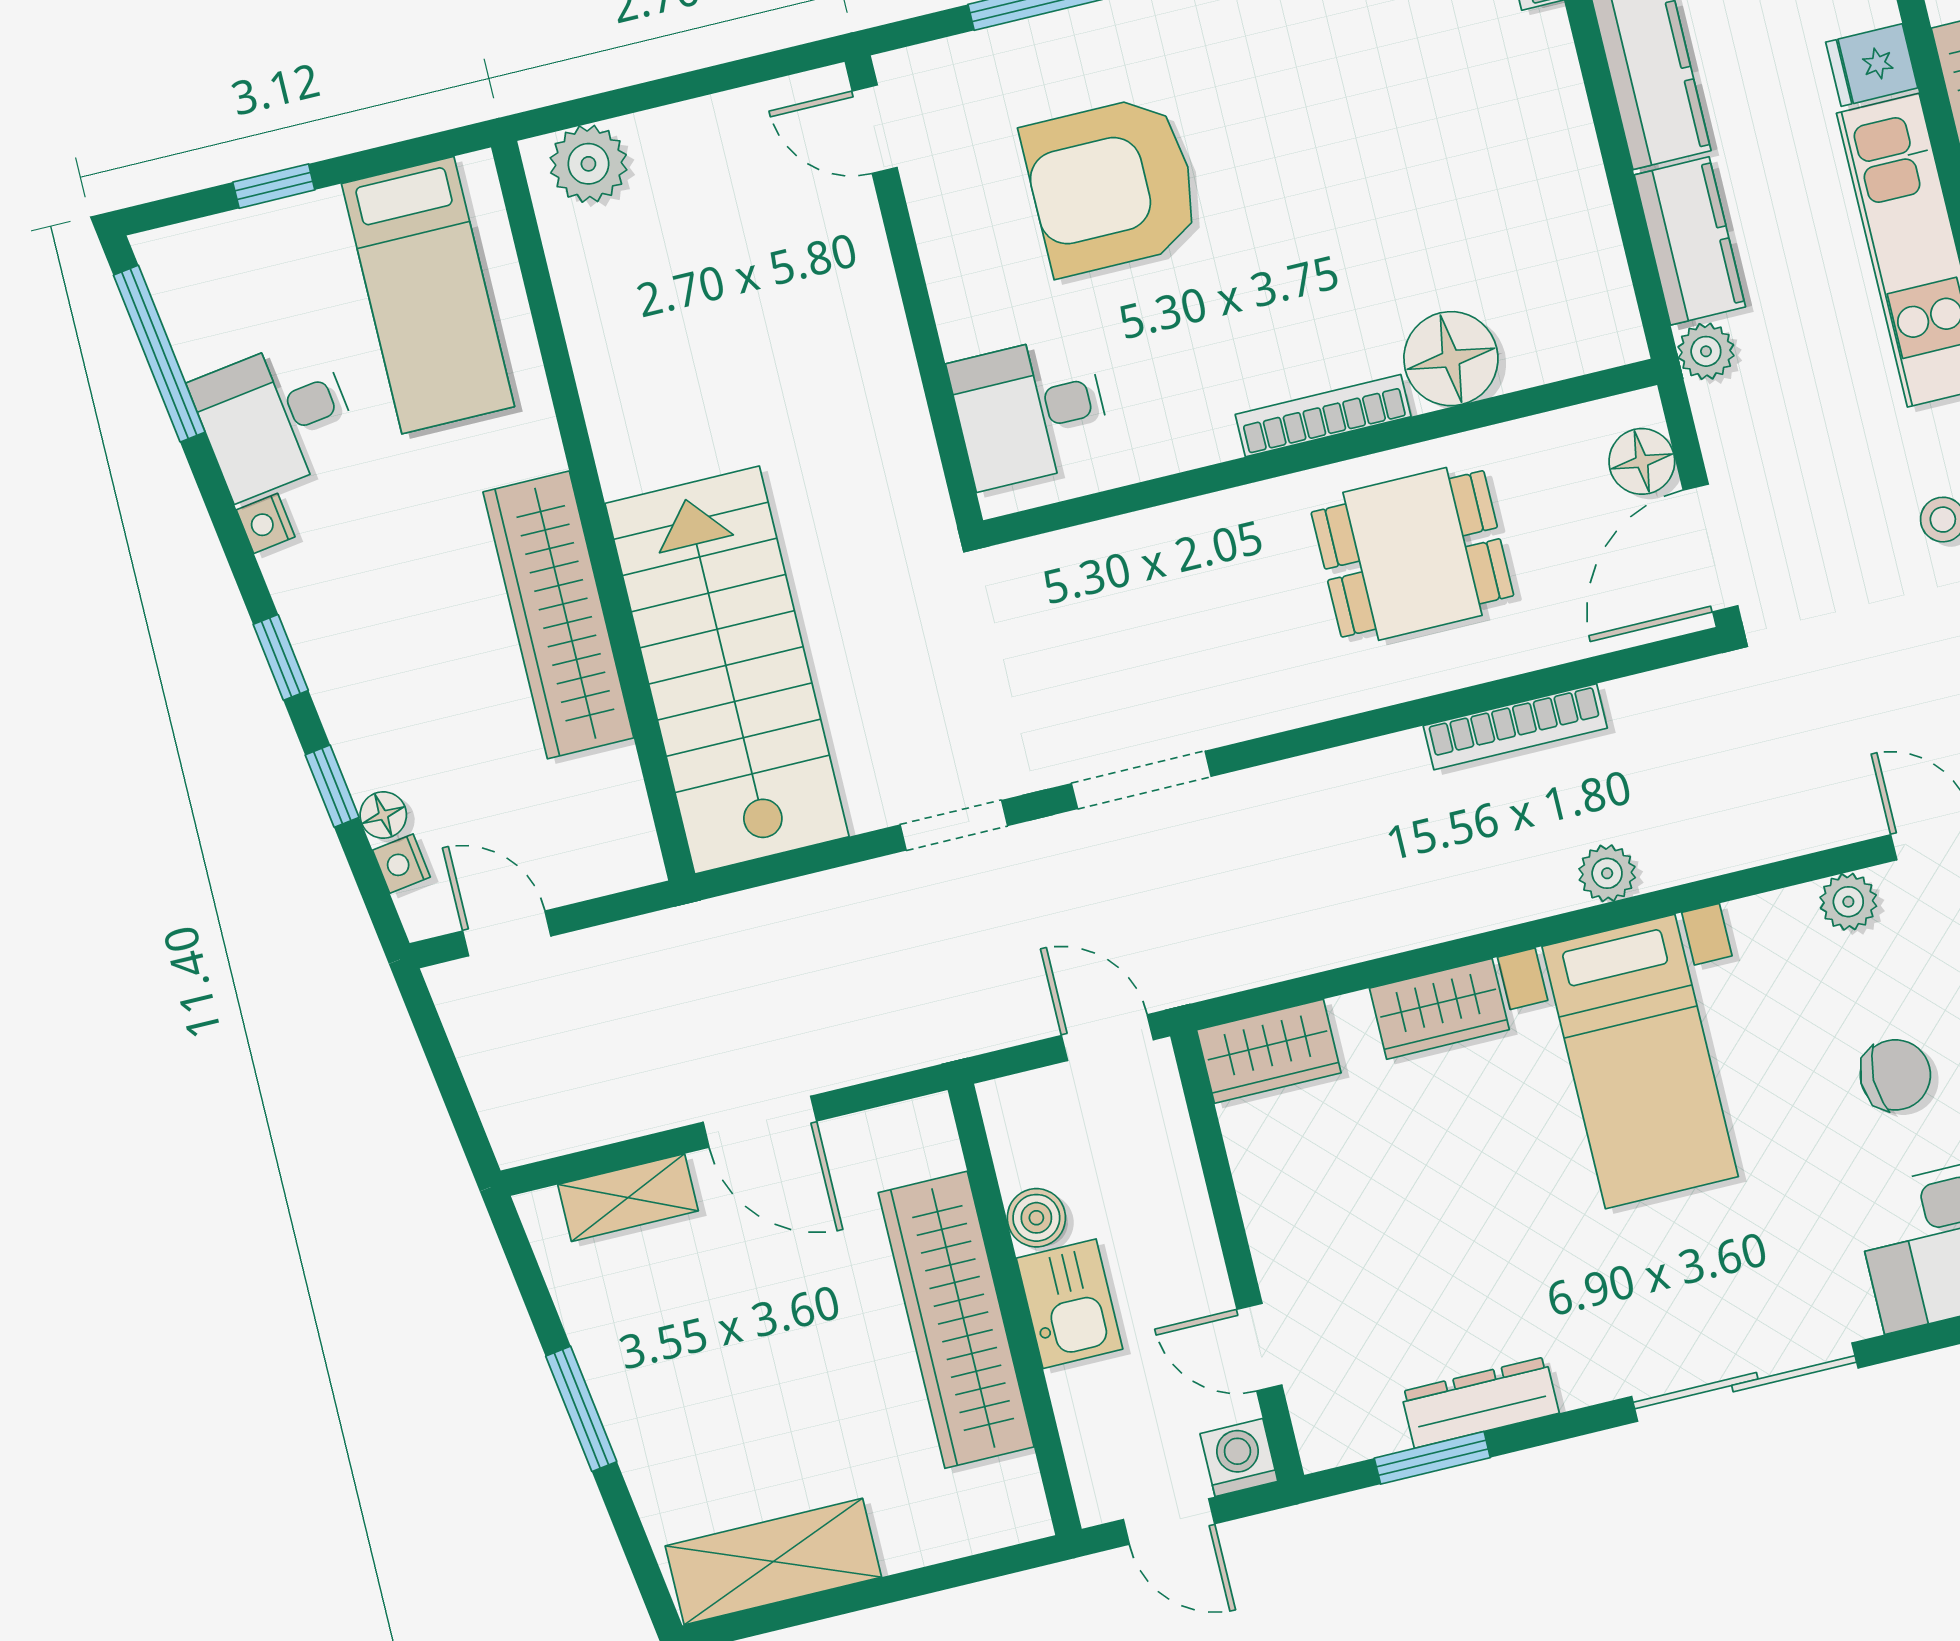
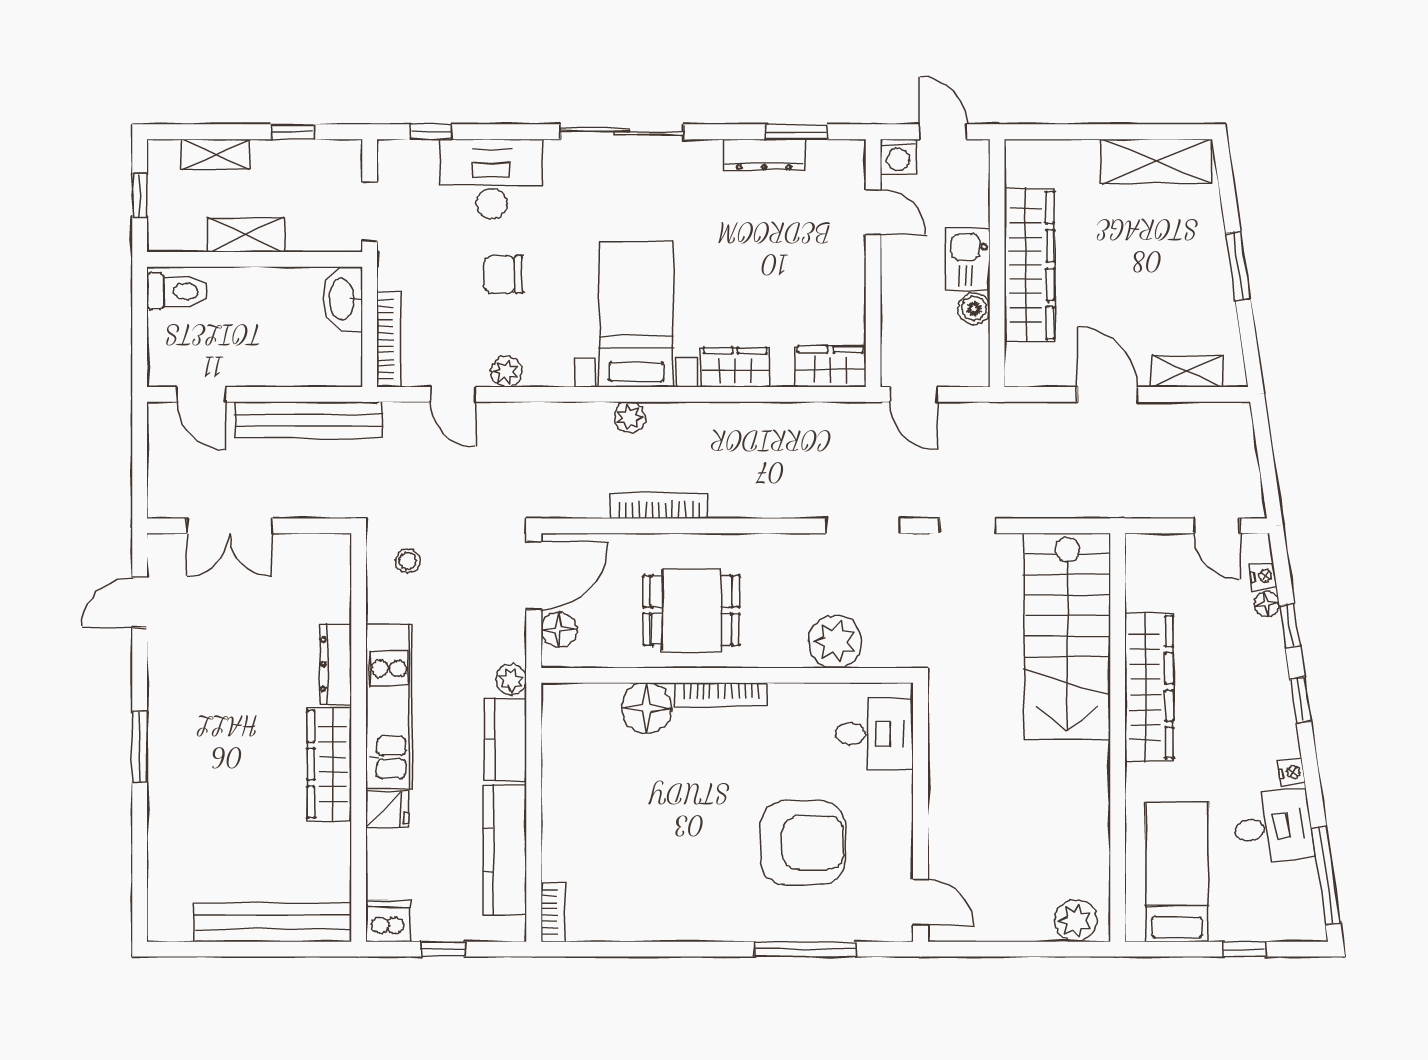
plant: (1141, 560) -> (835, 642), added

